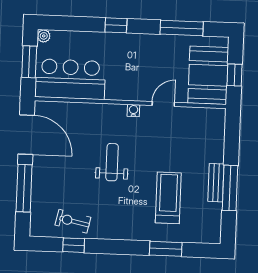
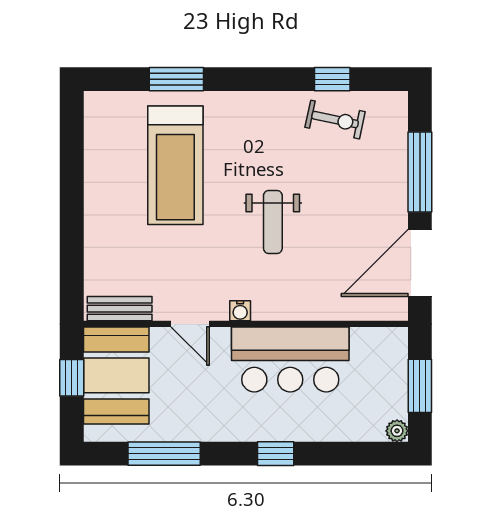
bar counter: (70, 79) -> (290, 359), moved
door: (163, 104) -> (190, 324), hinge flipped
door: (26, 135) -> (420, 263), hinge flipped
bench: (216, 183) -> (120, 309), moved, turned 90
window: (230, 188) -> (72, 186), removed
treadmill: (168, 198) -> (175, 165), width x1.37, depth x1.38

